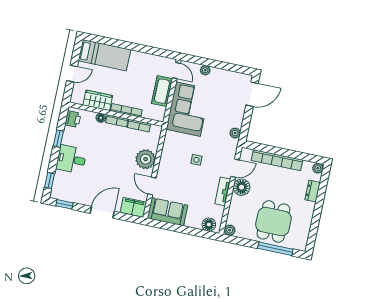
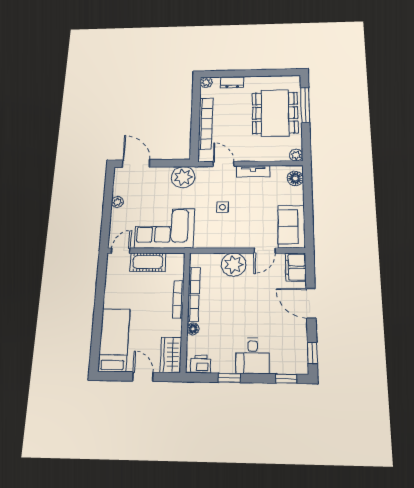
plant: (205, 70) -> (117, 202), moved
wardrobe: (98, 100) -> (171, 355), moved
plant: (235, 133) -> (183, 177), width x1.87, depth x1.87
floor lamp: (242, 187) -> (244, 153), removed
dining table: (273, 222) -> (275, 113), width x1.38

